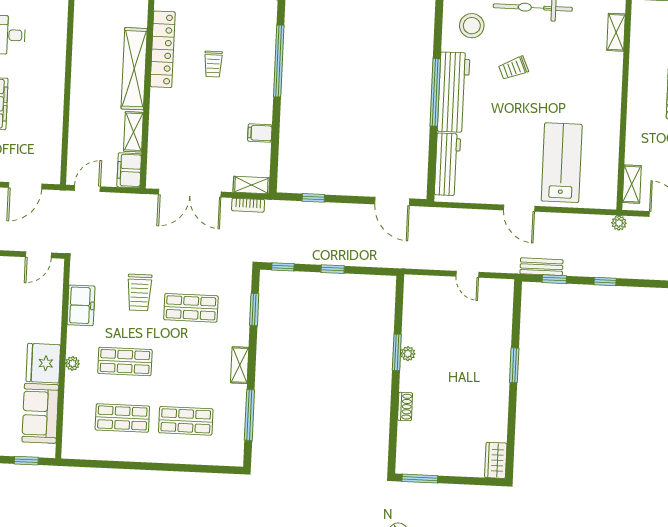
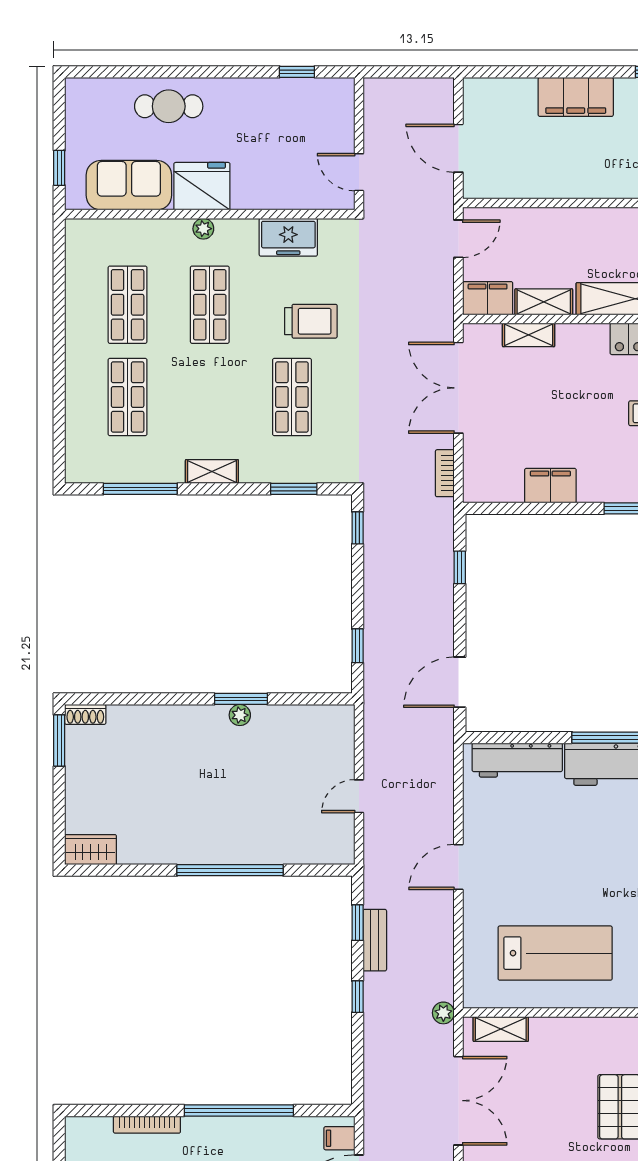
filing cabinet: (260, 133) -> (550, 486), width x2.00
lab bench: (562, 163) -> (555, 953), moved
shelving: (251, 185) -> (529, 335), moved, turned 90
door: (87, 189) -> (458, 239), hinge flipped
bench: (541, 267) -> (375, 940), moved
window: (333, 269) -> (358, 646), moved
trolley: (139, 292) -> (311, 321), turned 180
window: (514, 365) -> (230, 870), width x2.11
shoe rack: (405, 407) -> (85, 714), moved

